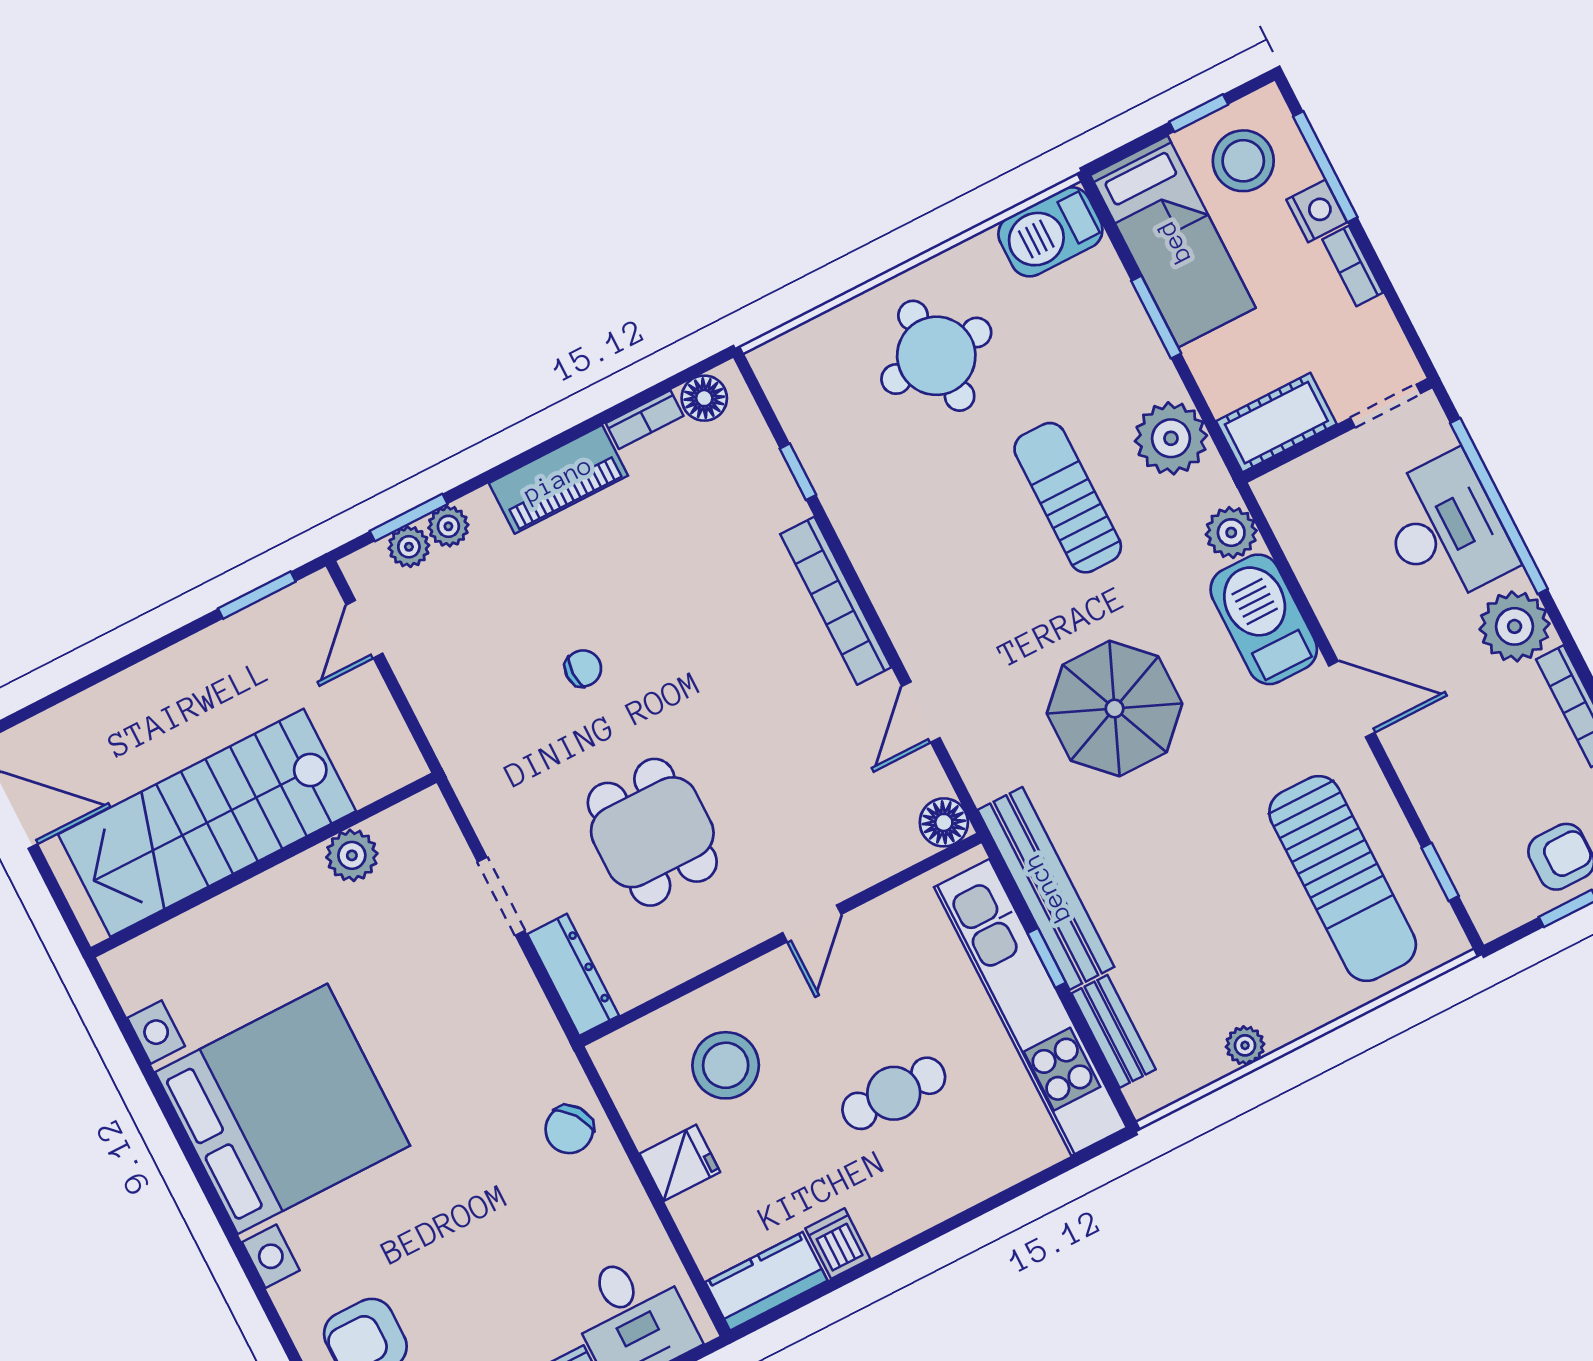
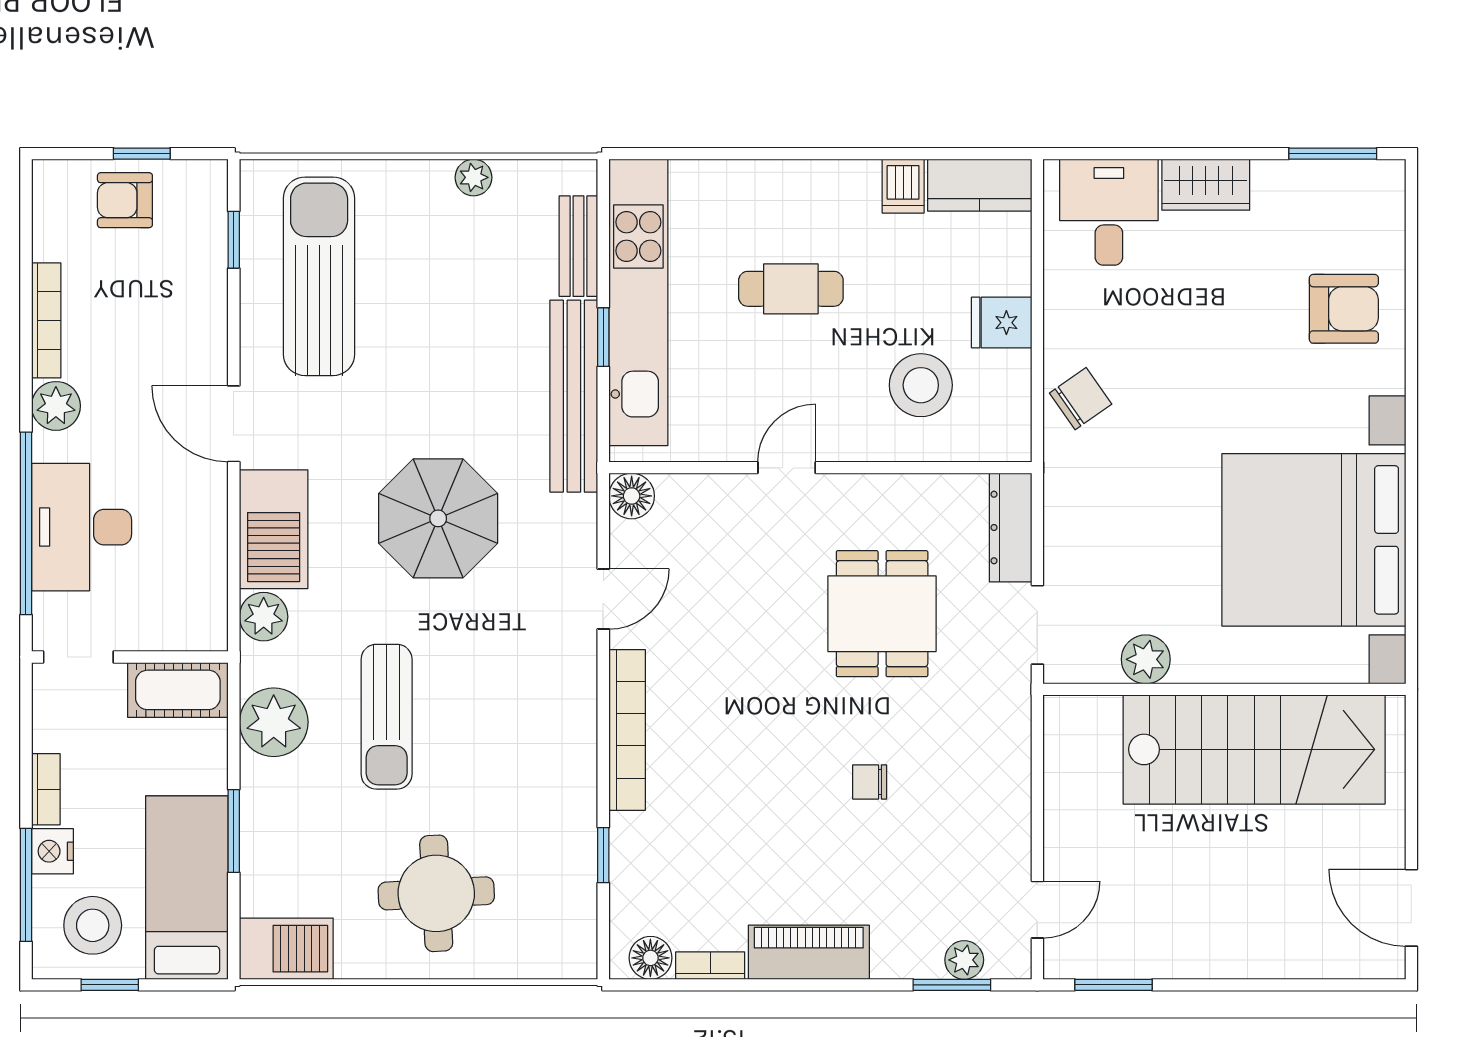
plant: (448, 526) -> (922, 960), removed
plant: (1515, 626) -> (56, 406), width x0.73, depth x0.73
stairs: (207, 823) -> (1254, 749), moved
plant: (352, 855) -> (1146, 659), moved
wall: (264, 865) -> (1224, 689), moved

